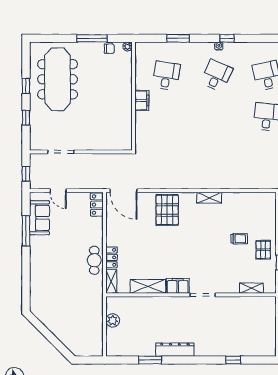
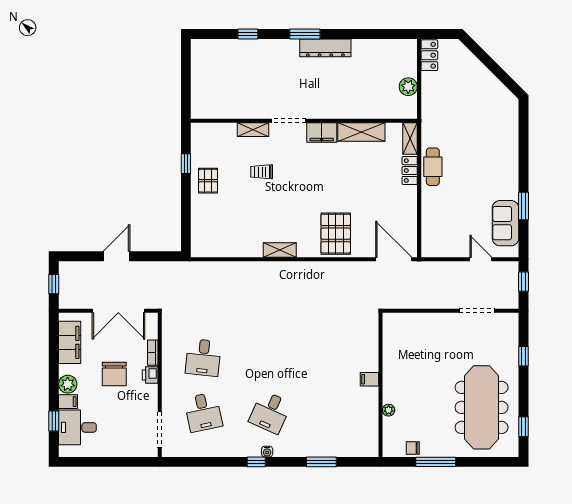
plant: (127, 47) -> (389, 410), moved
desk: (166, 76) -> (337, 412), removed
window: (26, 86) -> (524, 427), moved
filing cabinet: (142, 100) -> (369, 379), width x0.50
locker: (97, 205) -> (429, 55), moved
window: (26, 231) -> (524, 206), width x0.69
trolley: (239, 239) -> (262, 172), moved
shelving: (251, 288) -> (253, 130), moved
window: (150, 360) -> (305, 34), moved

